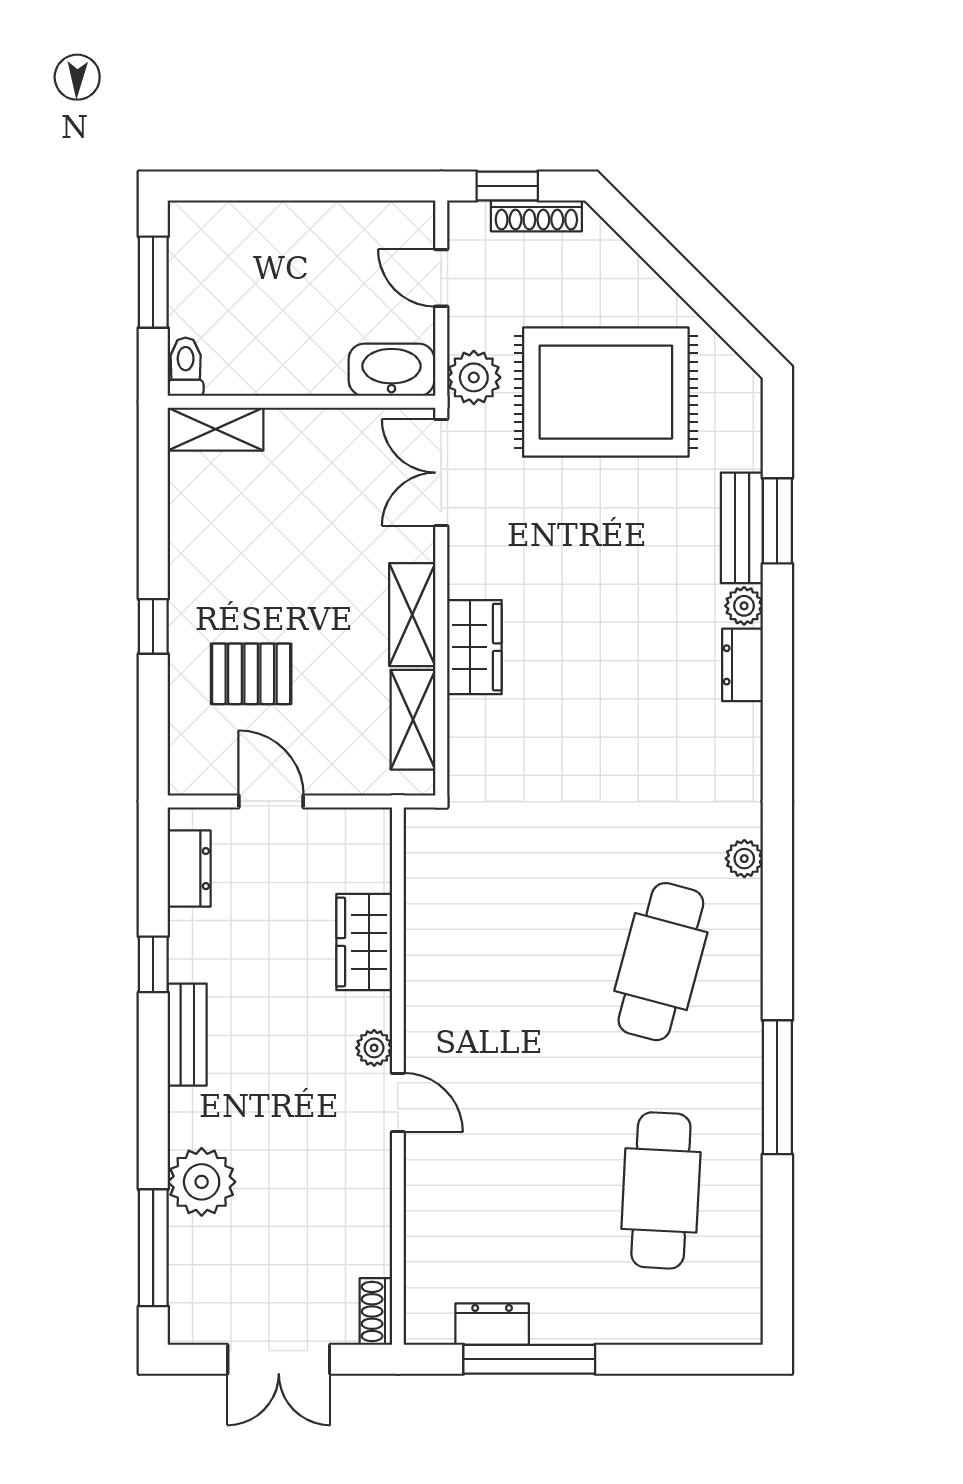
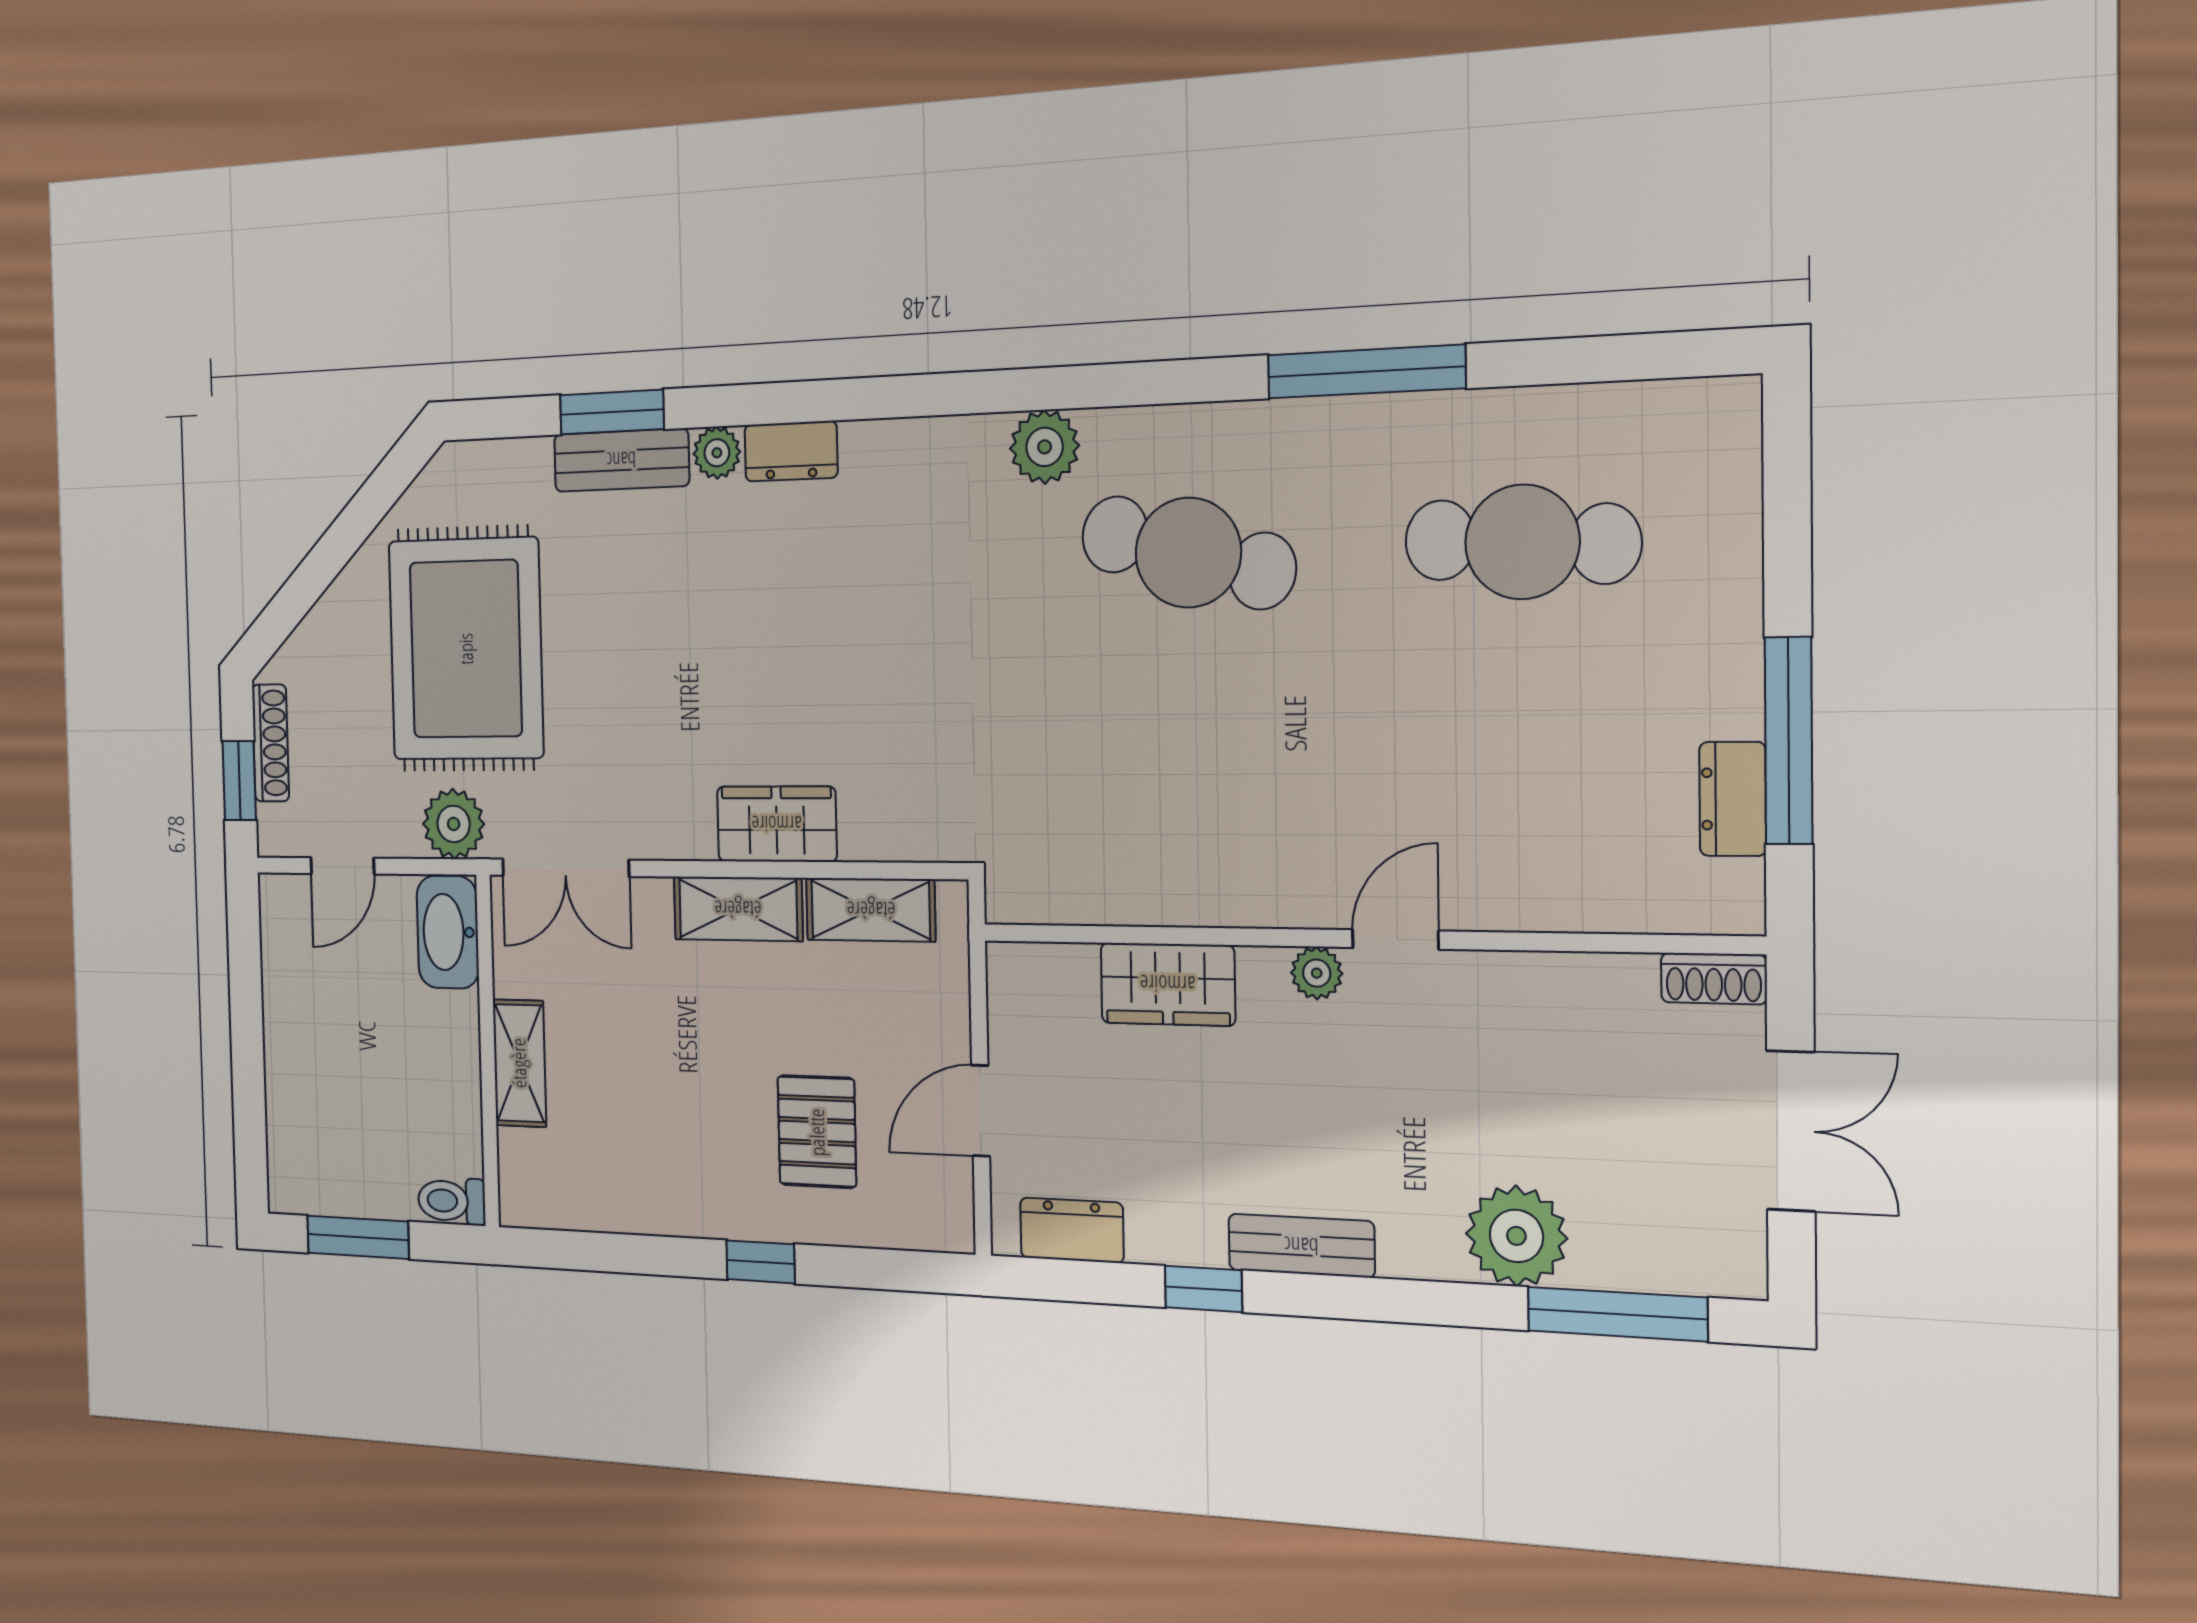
shelving: (216, 429) -> (519, 1063), moved
plant: (744, 859) -> (1045, 447), width x1.38, depth x1.38

